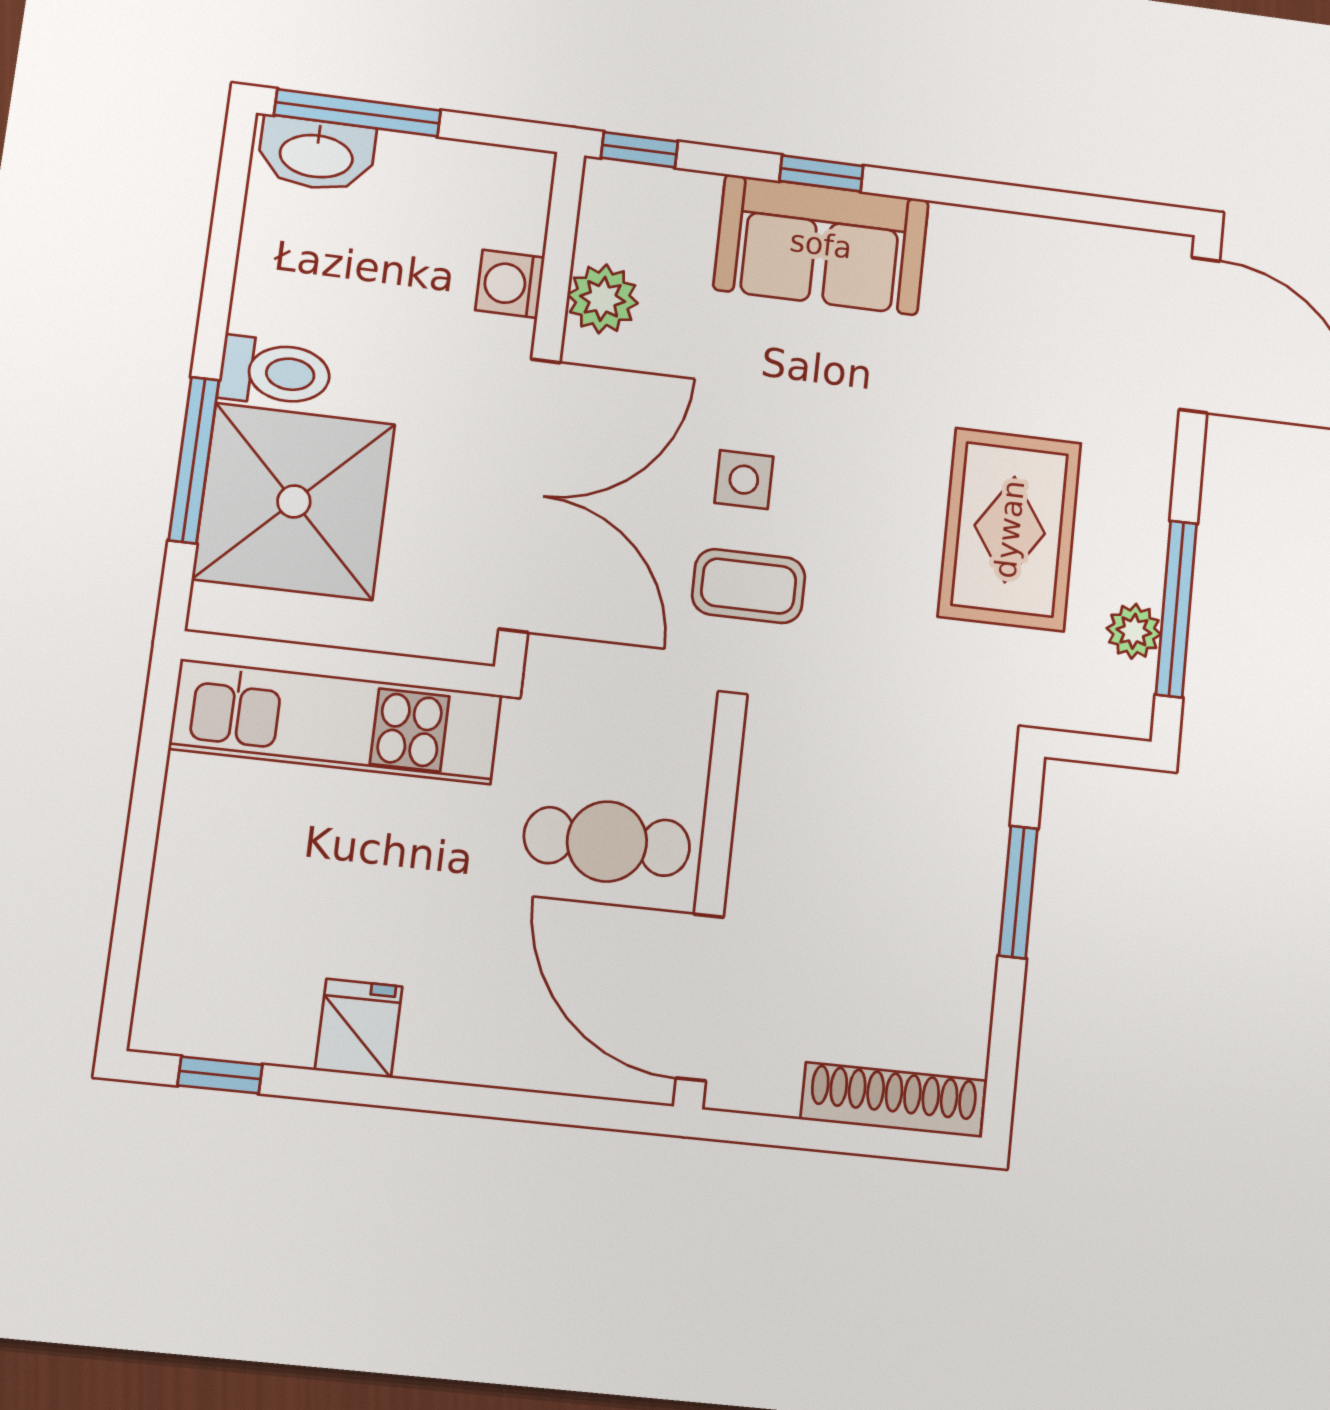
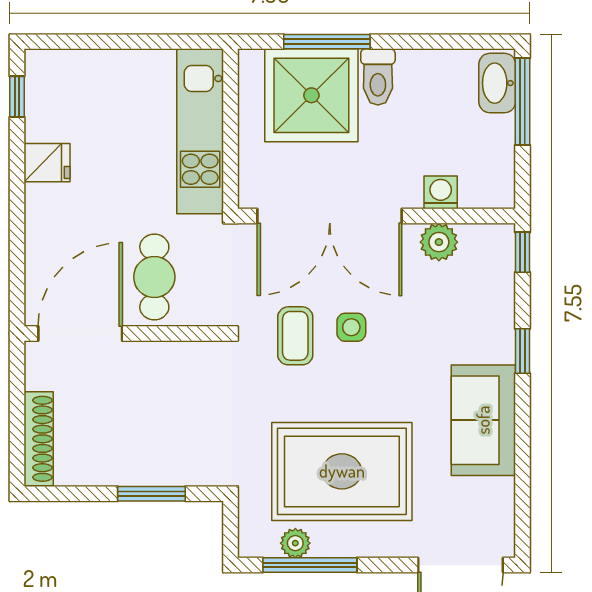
sofa: (821, 245) -> (483, 420), moved
rug: (1010, 529) -> (342, 471), width x1.37, depth x1.44

